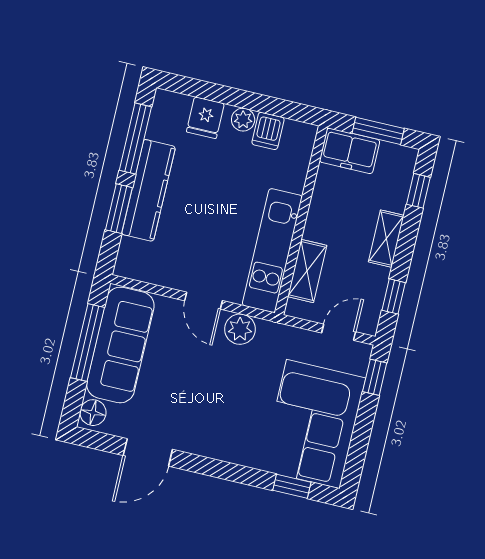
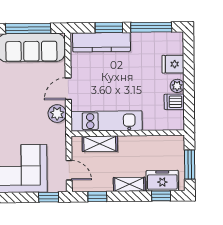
freezer: (350, 151) -> (162, 181), moved, turned 90
kitchen counter: (149, 190) -> (102, 42), moved

